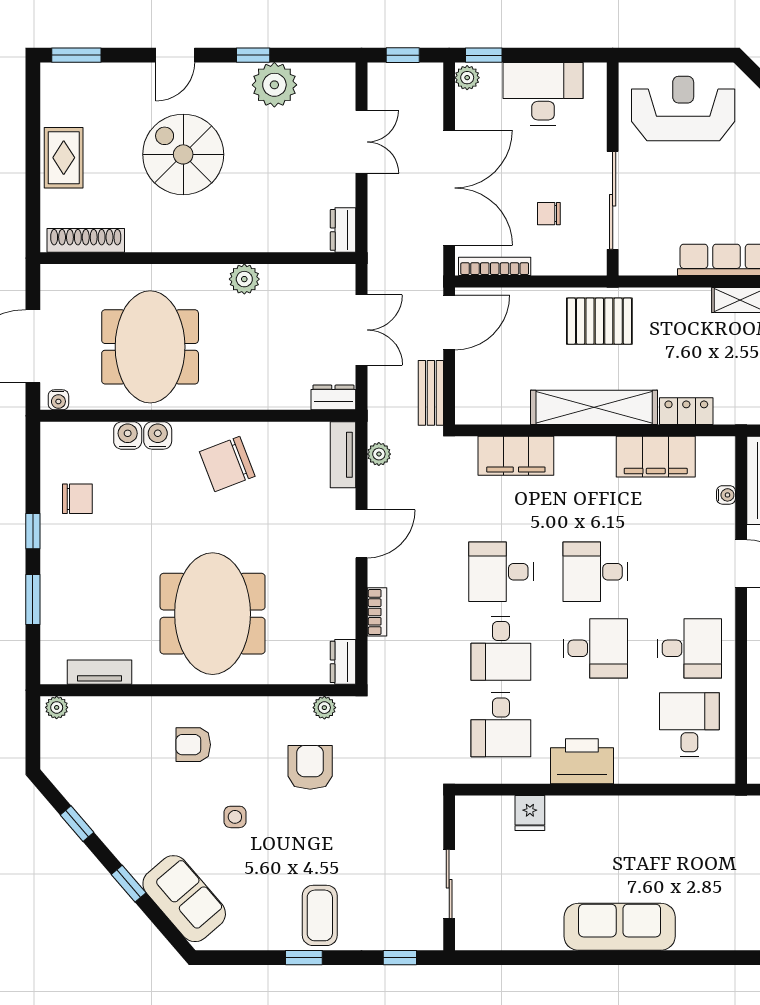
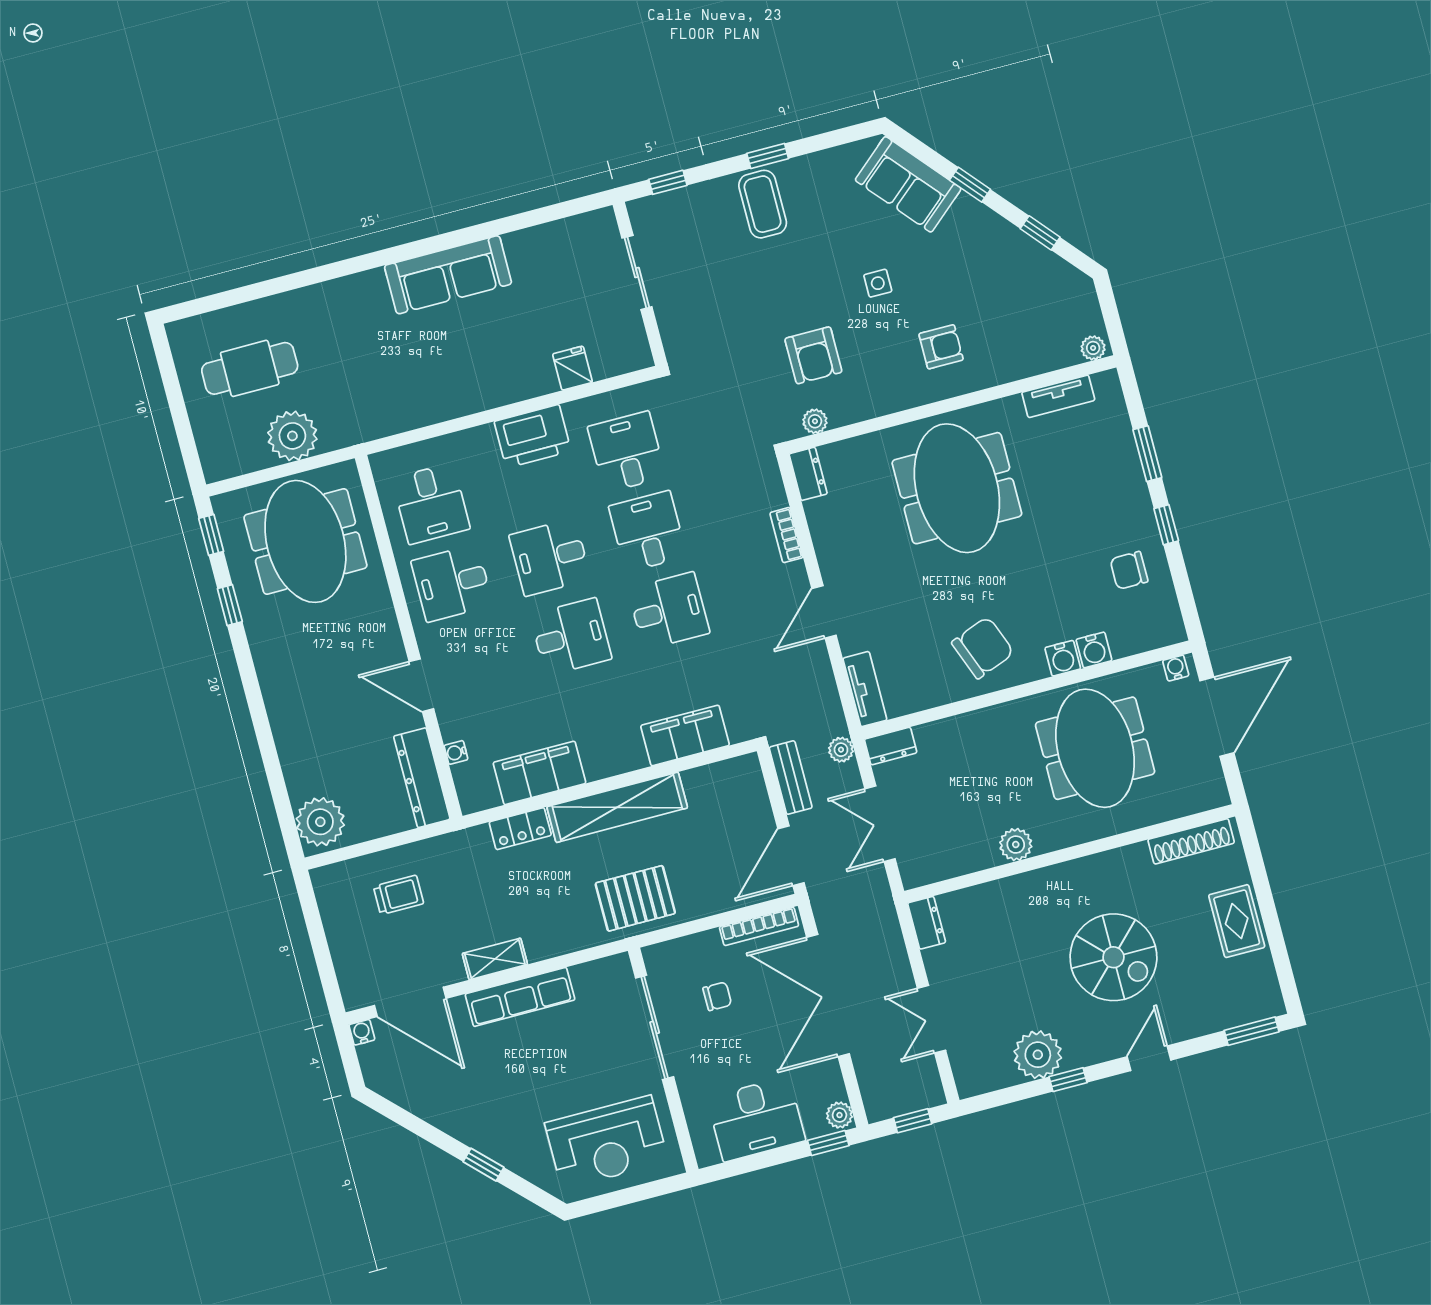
plant: (379, 454) -> (841, 750), moved

